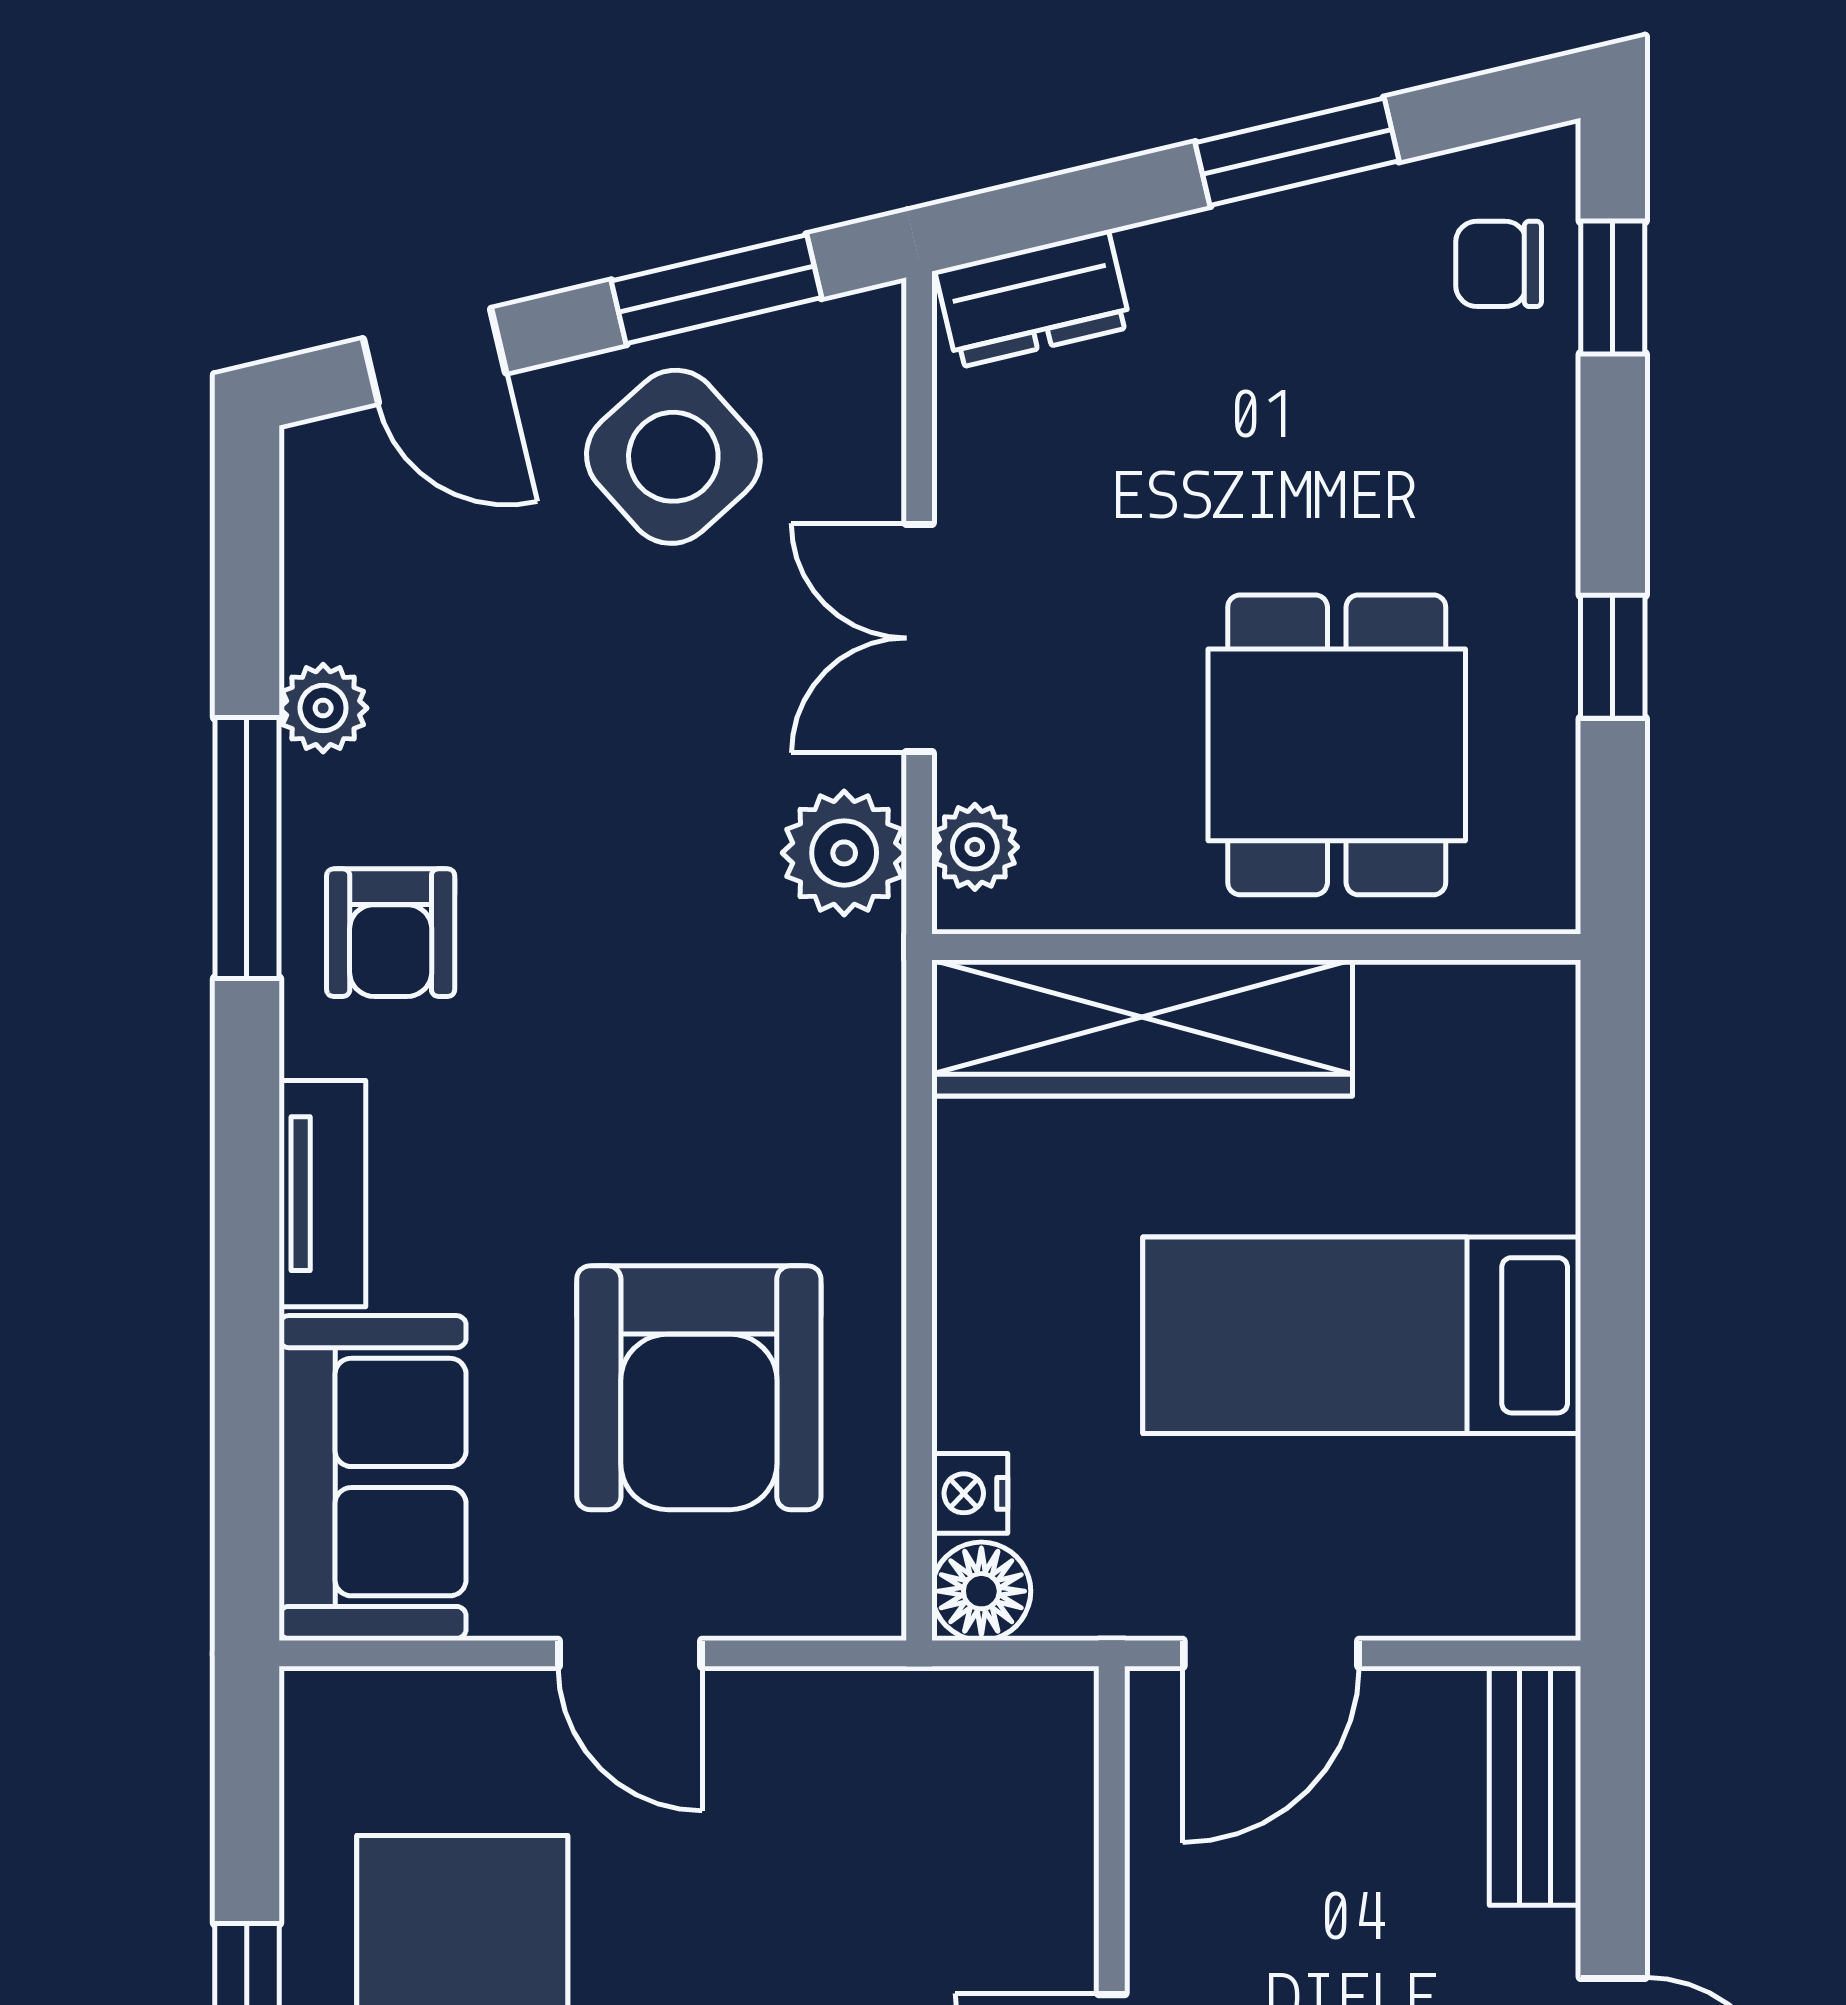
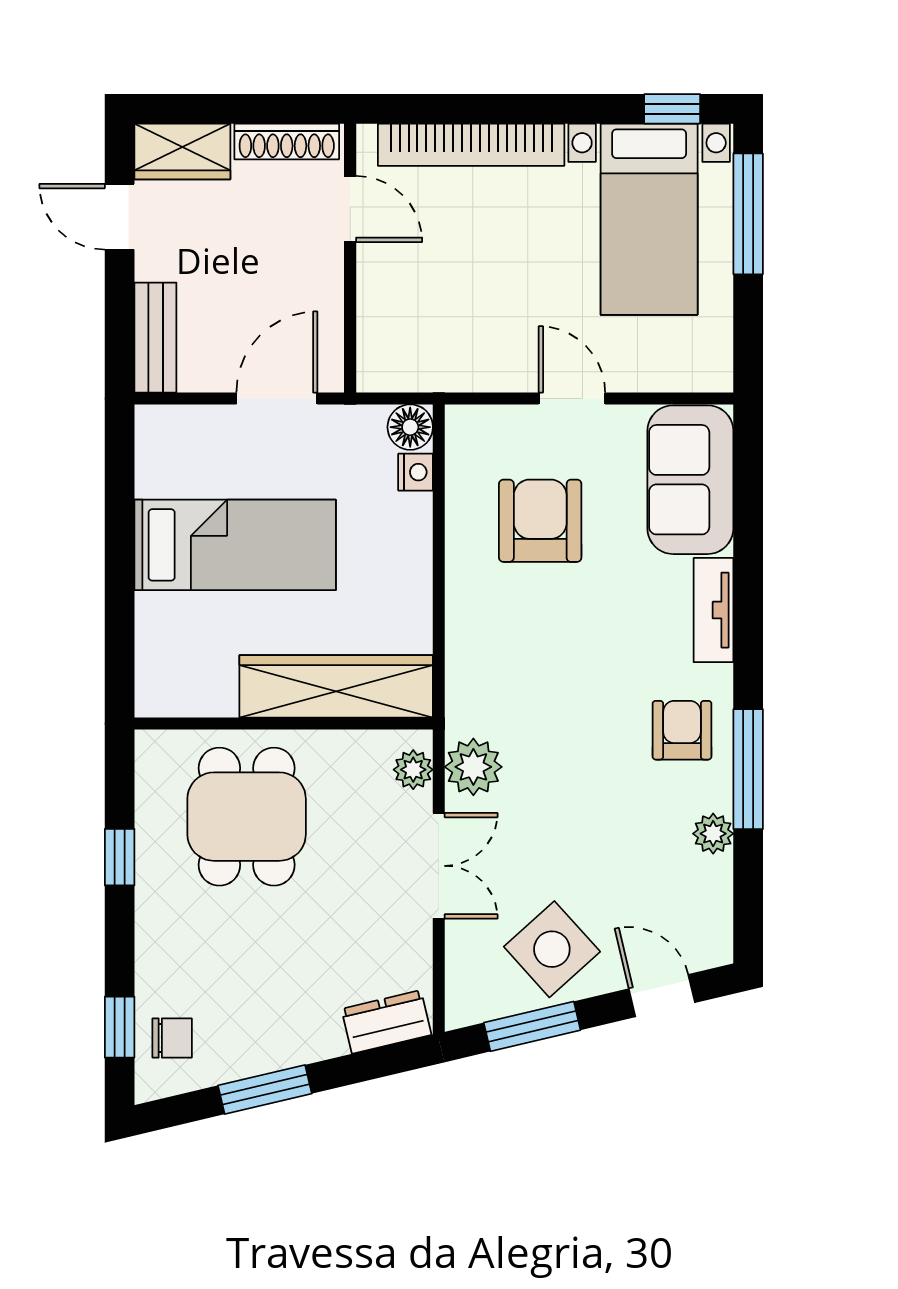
armchair: (699, 1388) -> (540, 521), width x0.73, depth x0.73

